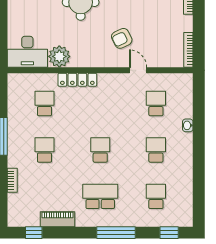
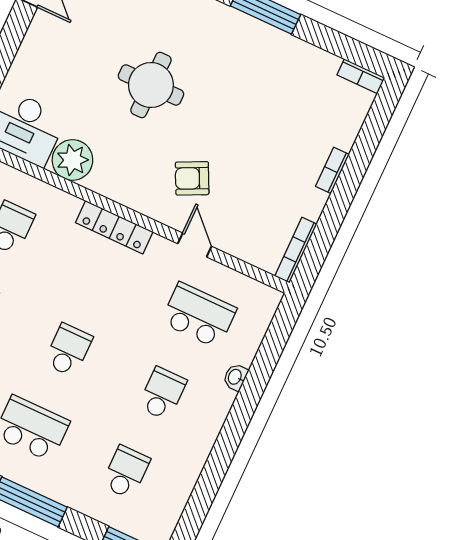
locker: (77, 80) -> (114, 227), moved
school desk: (156, 104) -> (199, 315), width x1.85

